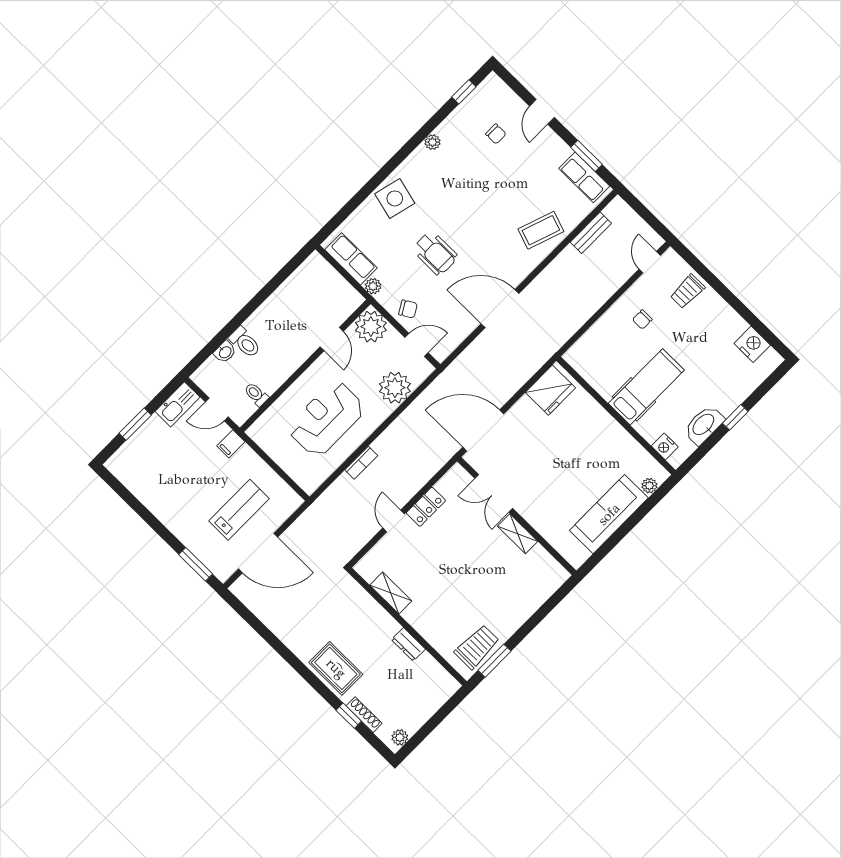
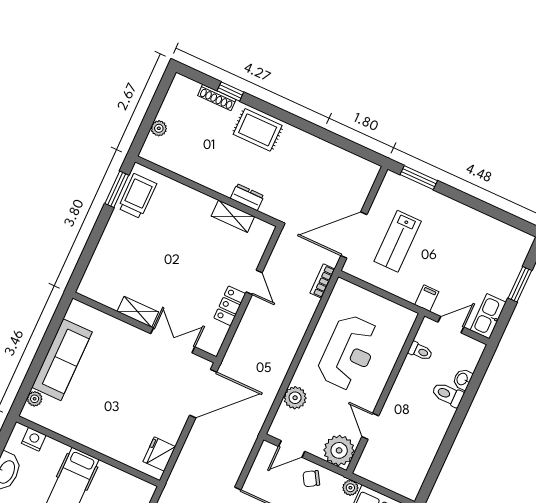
plant: (395, 388) -> (295, 398), width x0.73, depth x0.73
fridge: (550, 390) -> (159, 454), width x0.73, depth x0.75
bookcase: (361, 463) -> (322, 281), moved
door: (258, 553) -> (354, 235), moved
dresser: (408, 644) -> (247, 197), moved
trolley: (477, 647) -> (137, 196), turned 180
plant: (400, 737) -> (159, 128), moved

